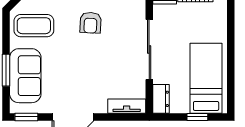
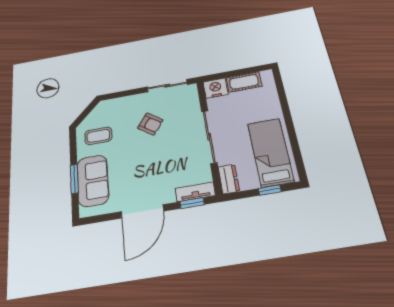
armchair: (91, 23) -> (150, 124), turned -57
coffee table: (34, 26) -> (98, 136), width x0.73, depth x0.77
window: (26, 117) -> (192, 203), moved

